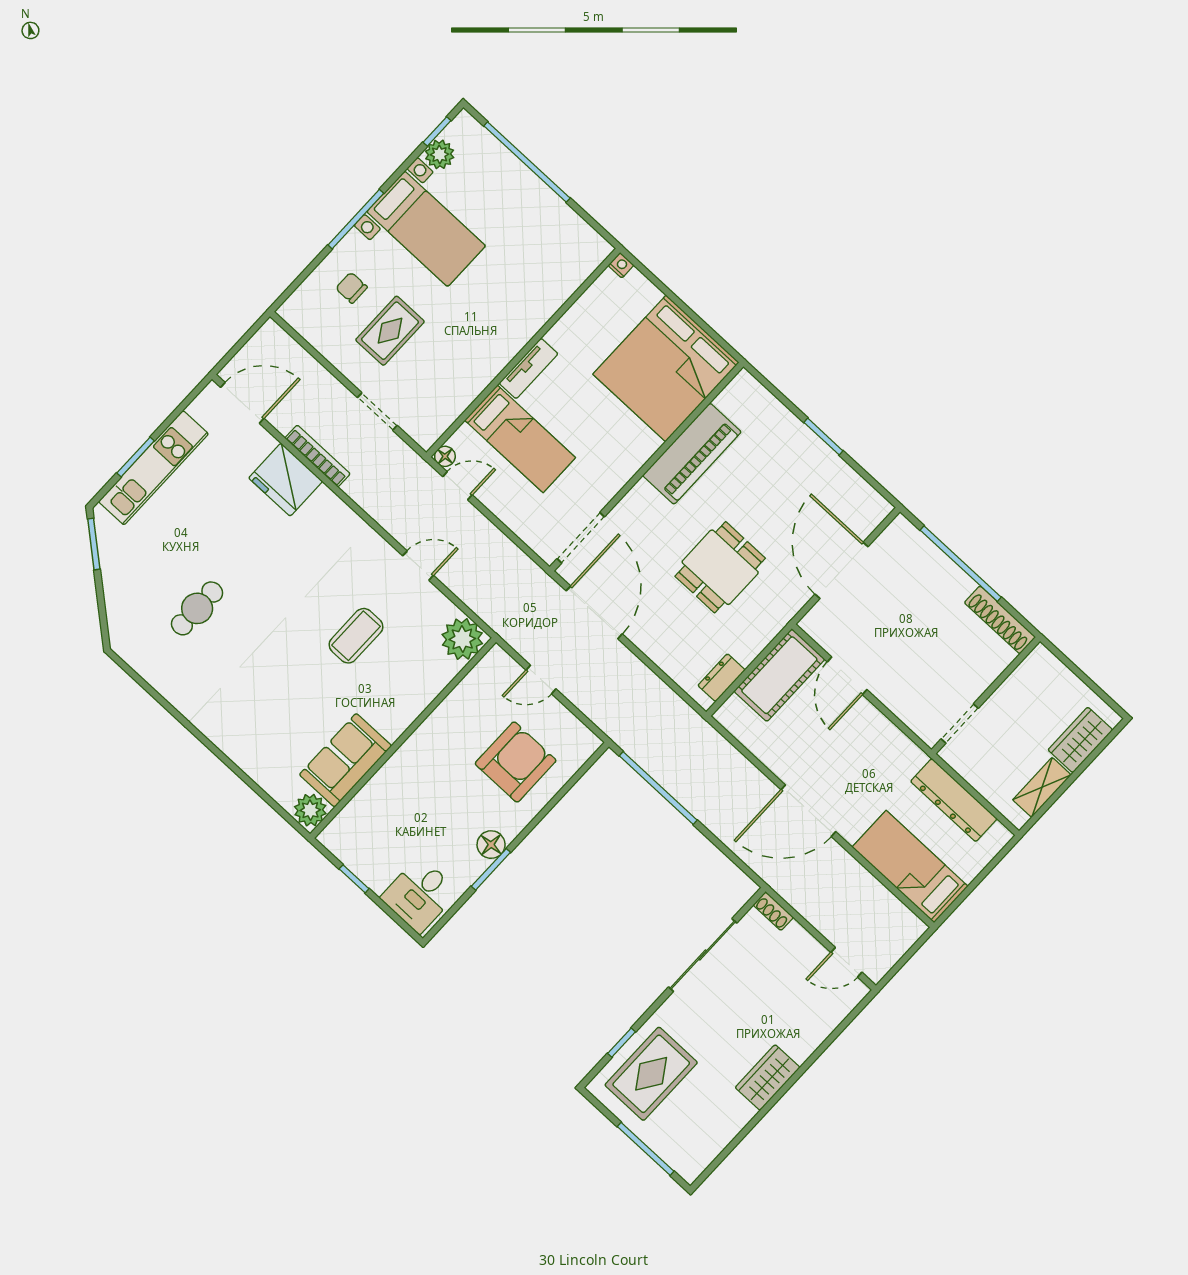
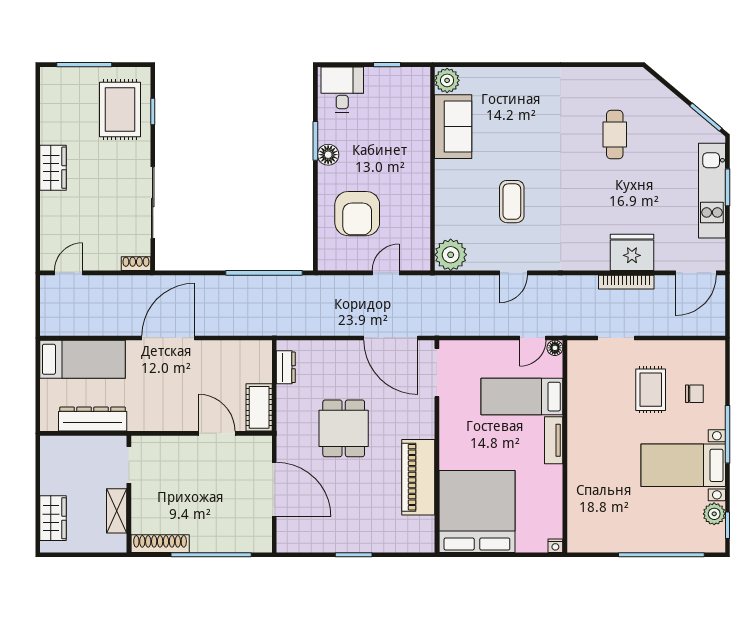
cot: (779, 675) -> (259, 407), width x0.73, depth x0.75
shelving: (1042, 787) -> (117, 511), moved

